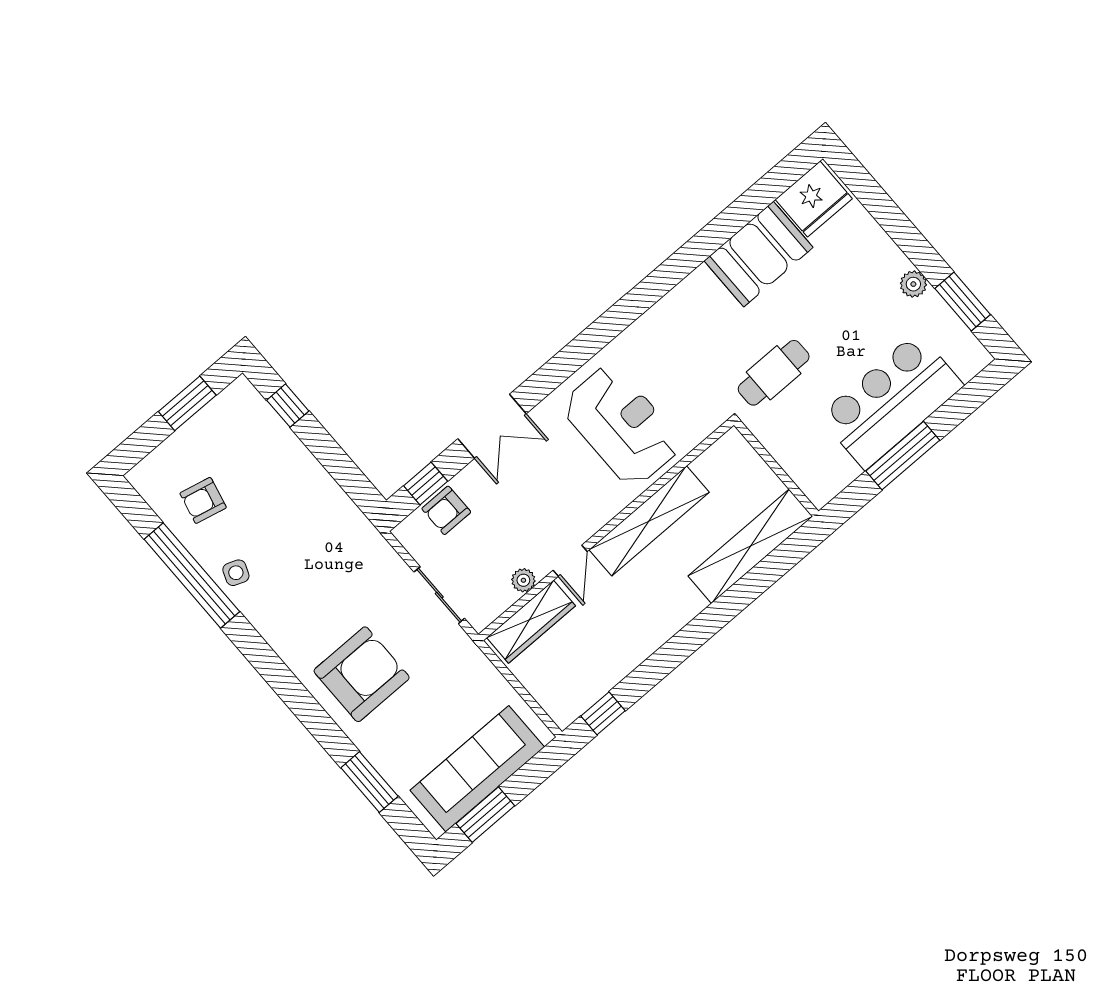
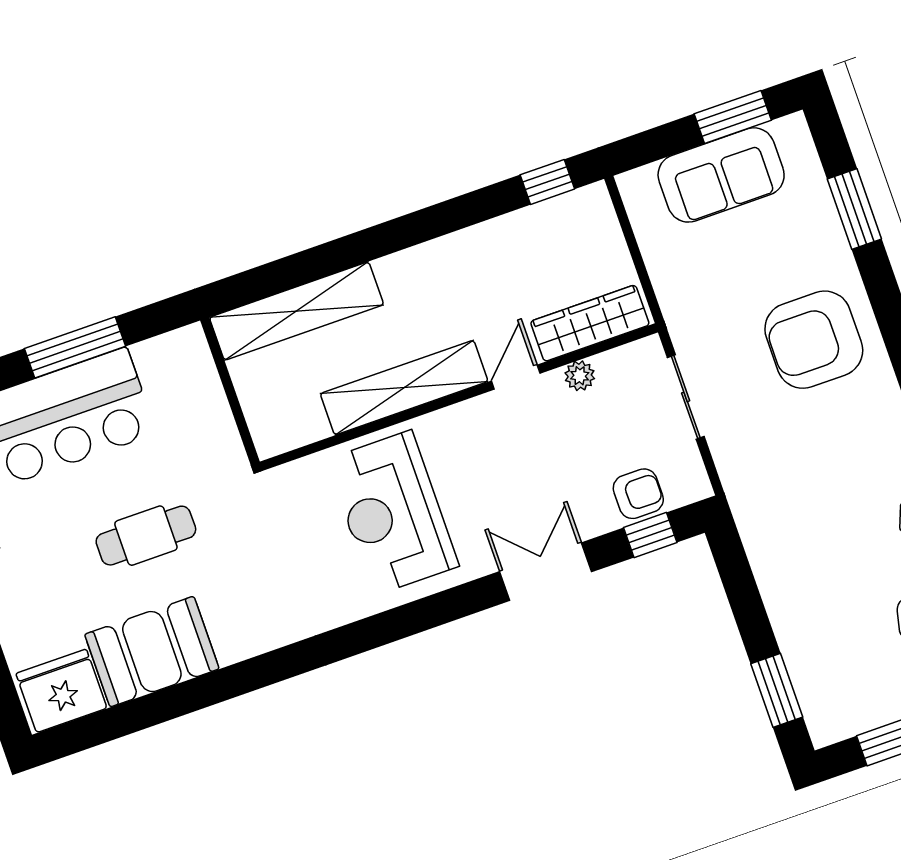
cafe table: (774, 373) -> (146, 536), moved
window: (288, 406) -> (777, 690), width x1.50
sofa: (477, 769) -> (721, 175), width x0.73

